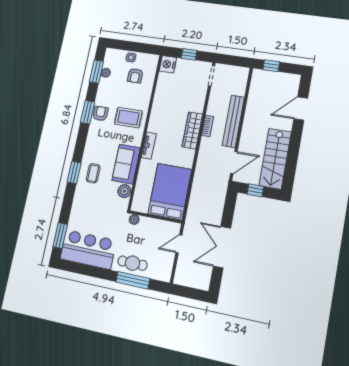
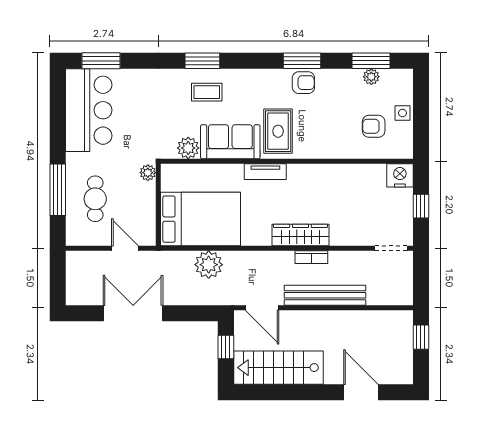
rug: (128, 118) -> (278, 131), moved
plant: (200, 192) -> (209, 265), added
cafe table: (132, 263) -> (95, 199), moved

